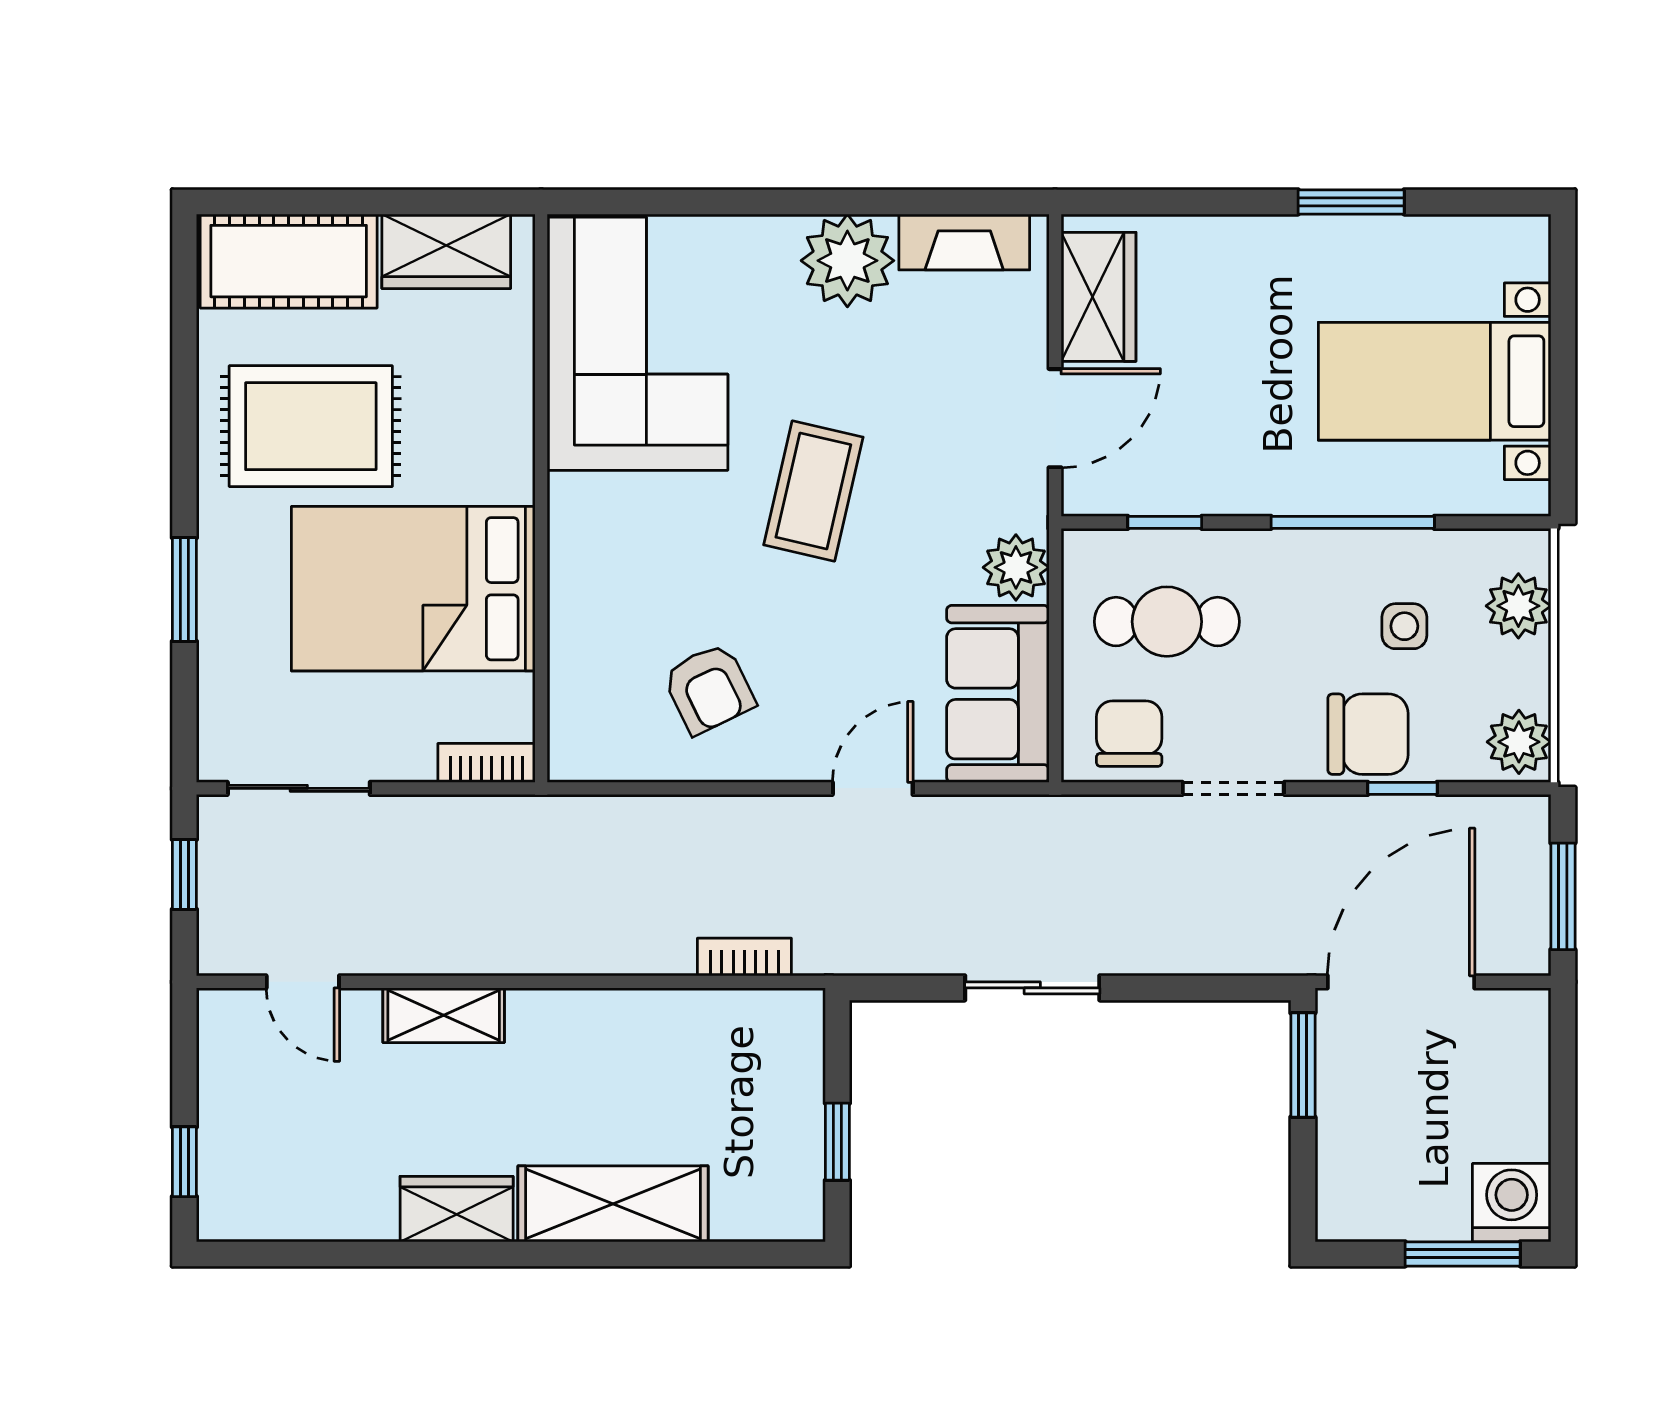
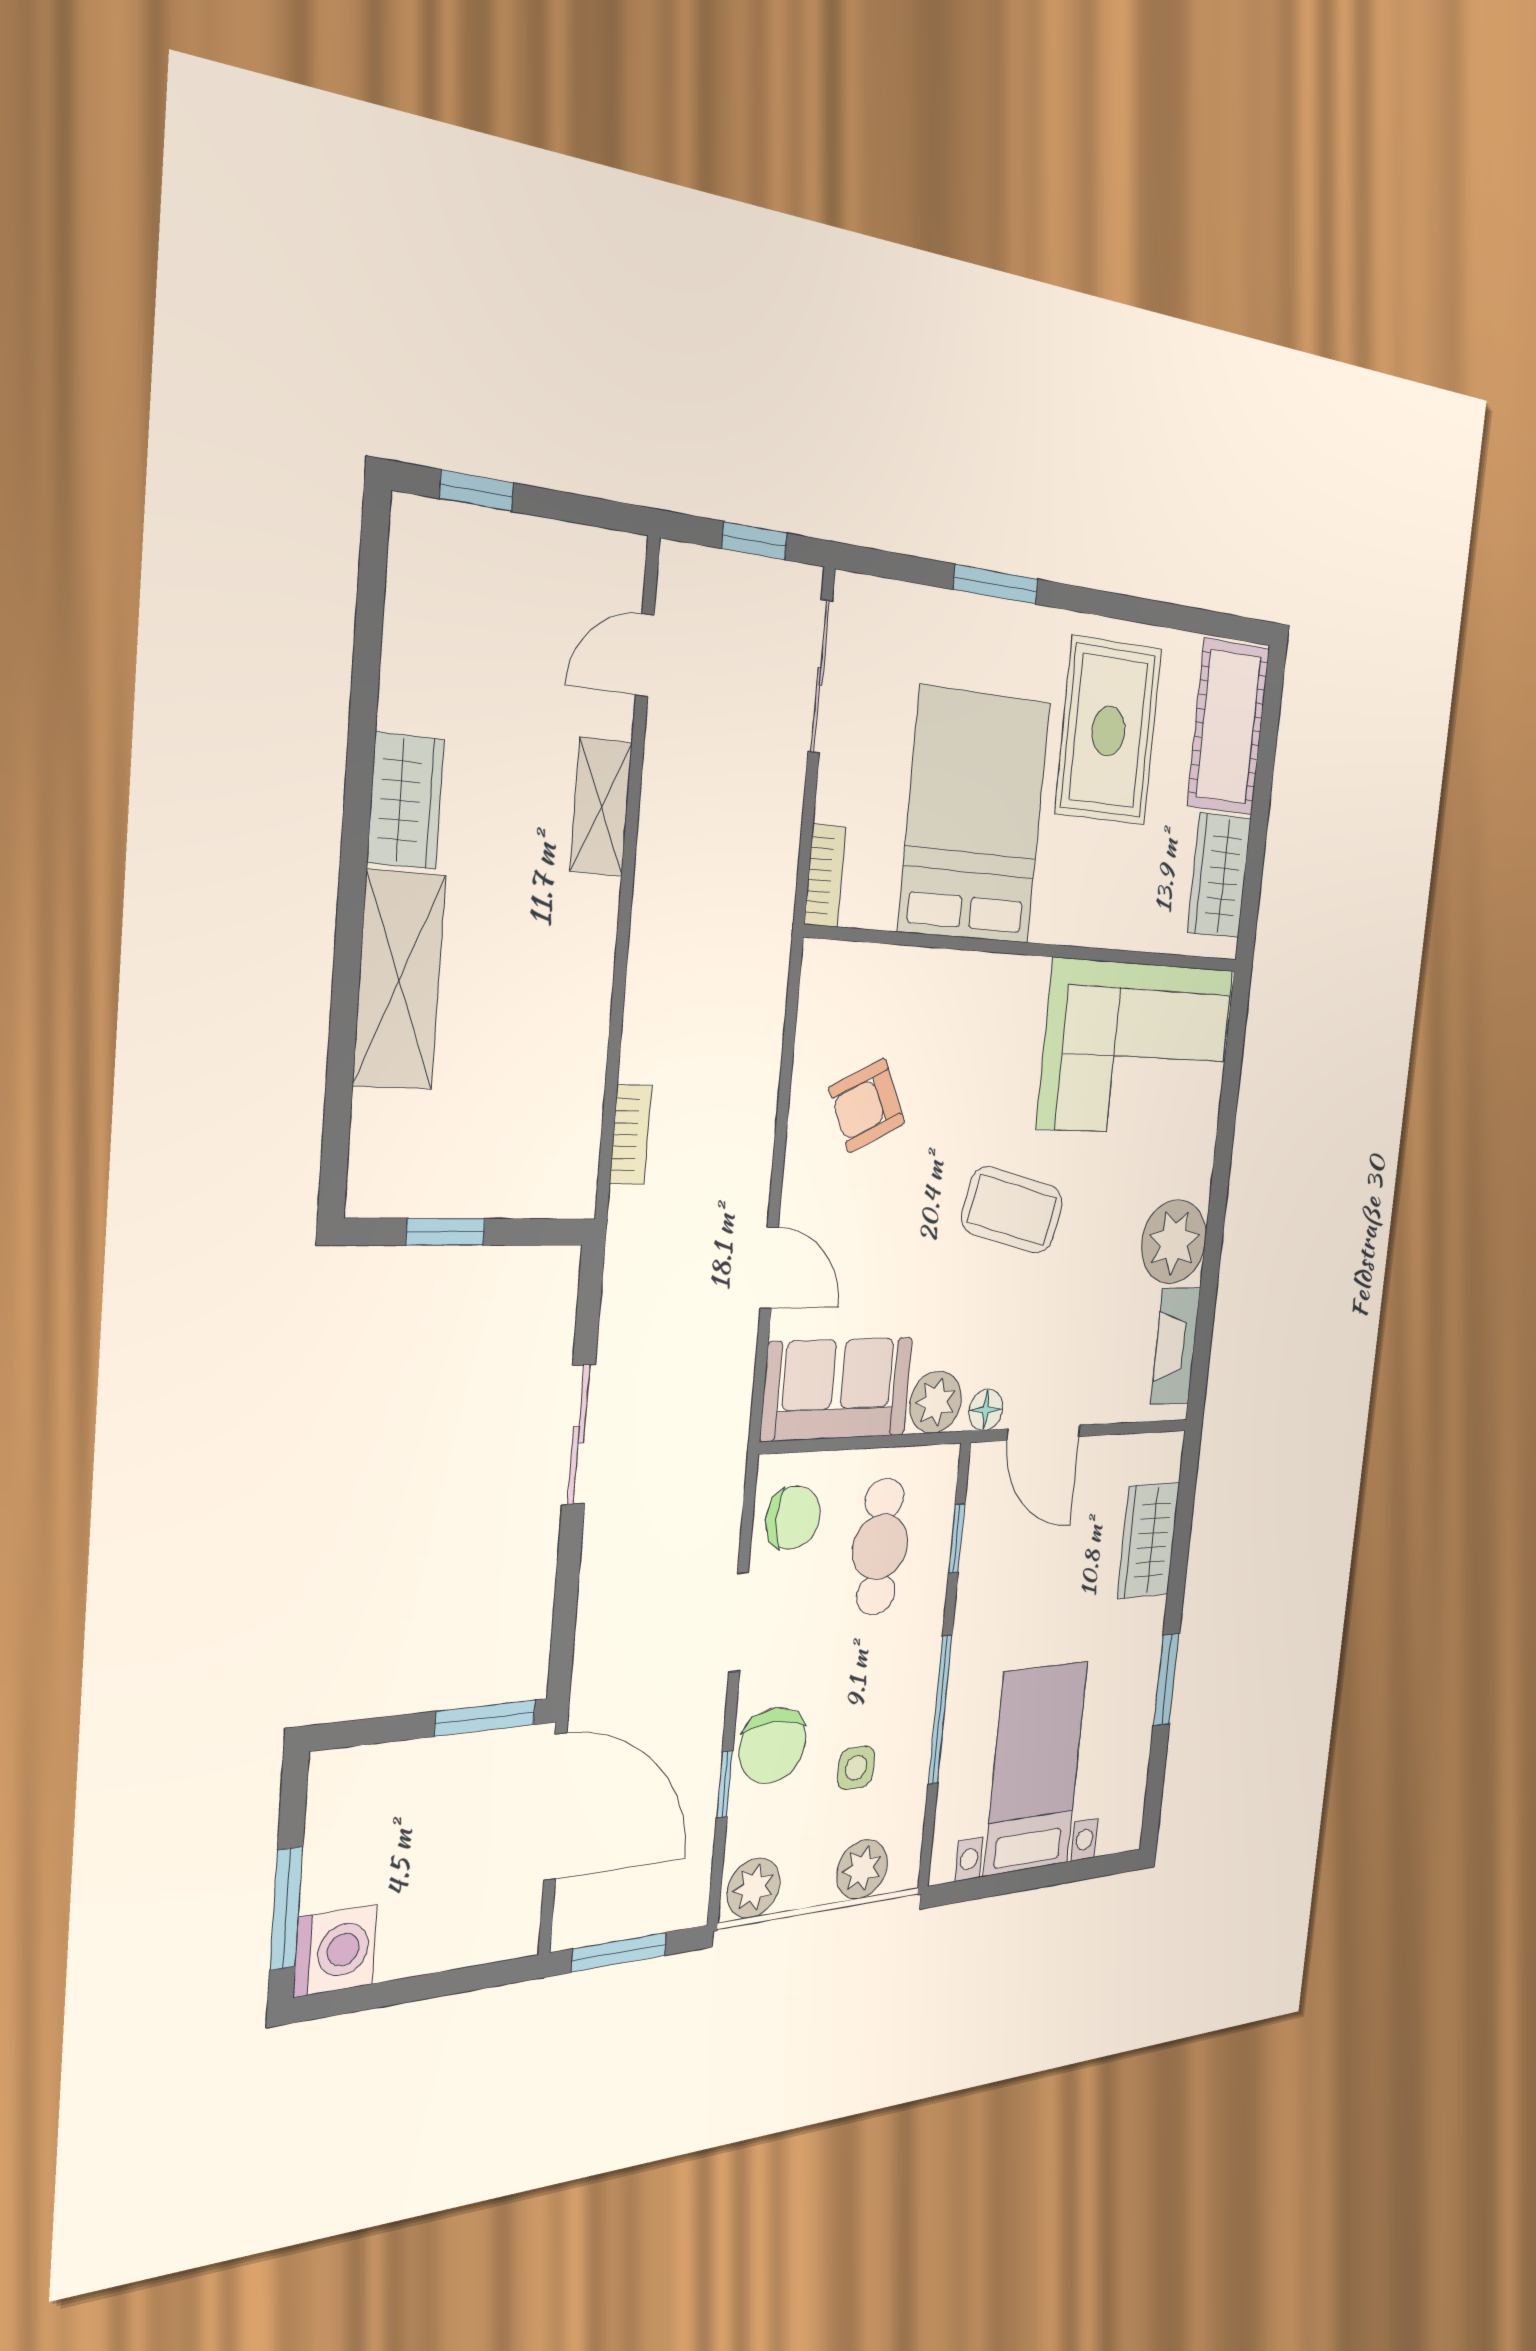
wardrobe: (1098, 297) -> (1148, 1541), moved, turned 90
floor lamp: (1027, 500) -> (986, 1410), added

